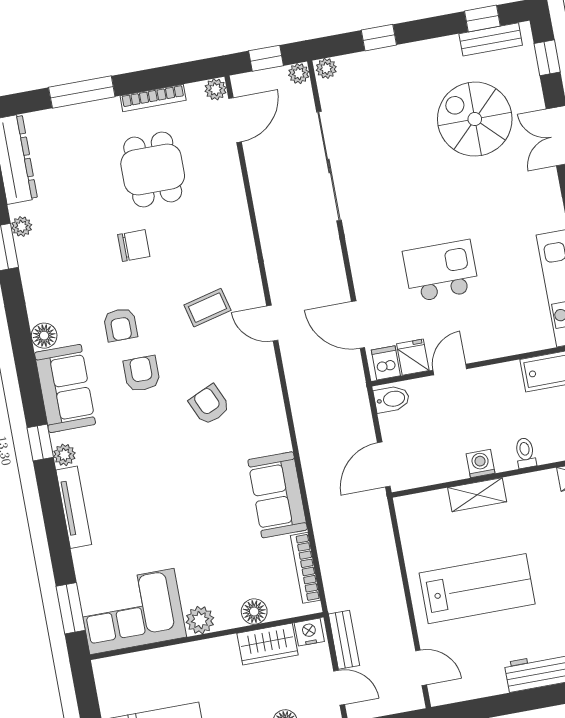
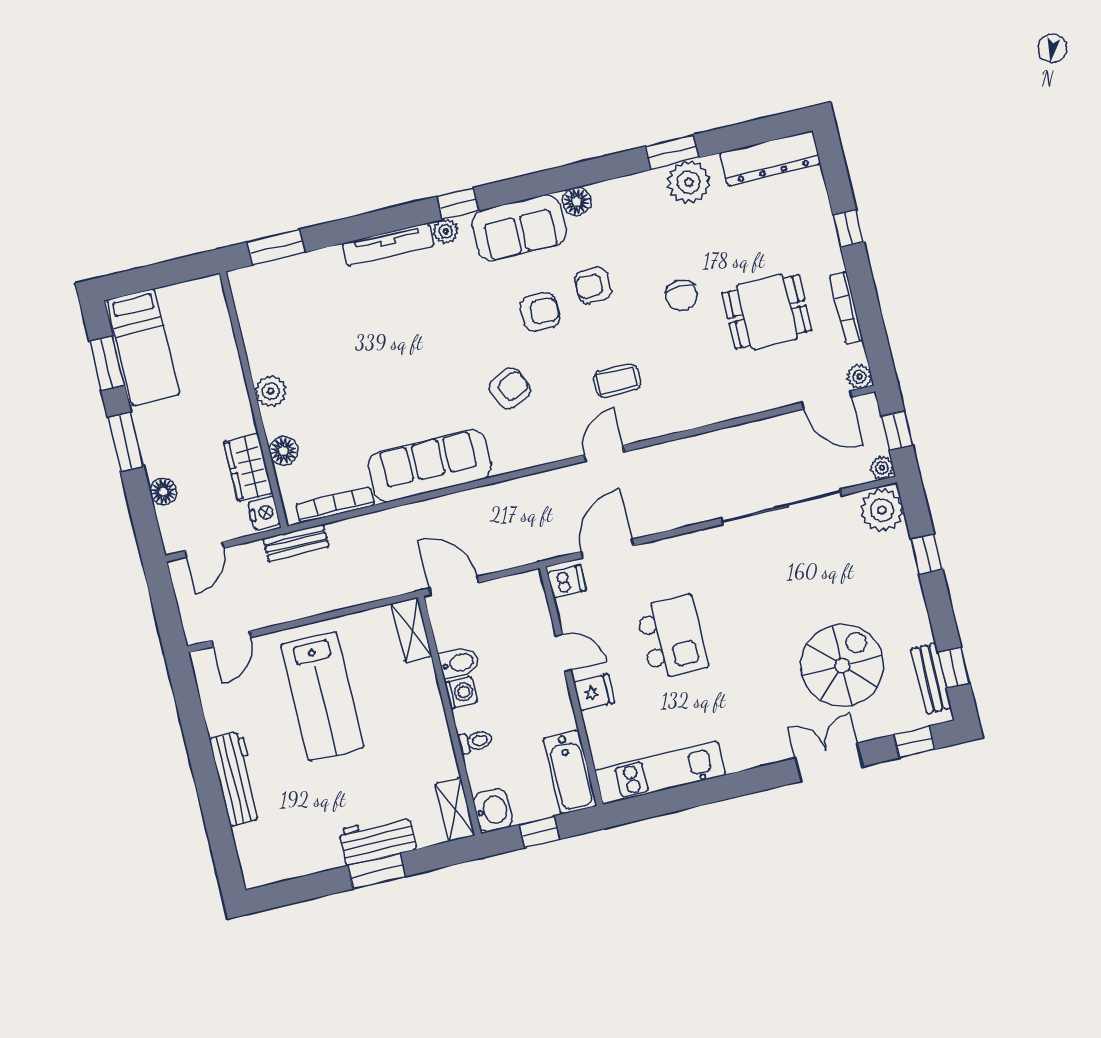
plant: (326, 68) -> (882, 510), width x1.88, depth x1.88
window: (82, 92) -> (848, 229), width x0.46
plant: (22, 226) -> (689, 182), width x1.87, depth x1.87
coffee table: (207, 308) -> (617, 381), turned -76
fridge: (413, 357) -> (594, 692), moved
bidet: (392, 399) -> (459, 663), moved, turned -90
sofa: (278, 495) -> (430, 466), width x1.36
shelving: (477, 495) -> (412, 630), moved
corner sofa: (132, 611) -> (276, 315), removed
bench: (344, 640) -> (296, 543), moved

